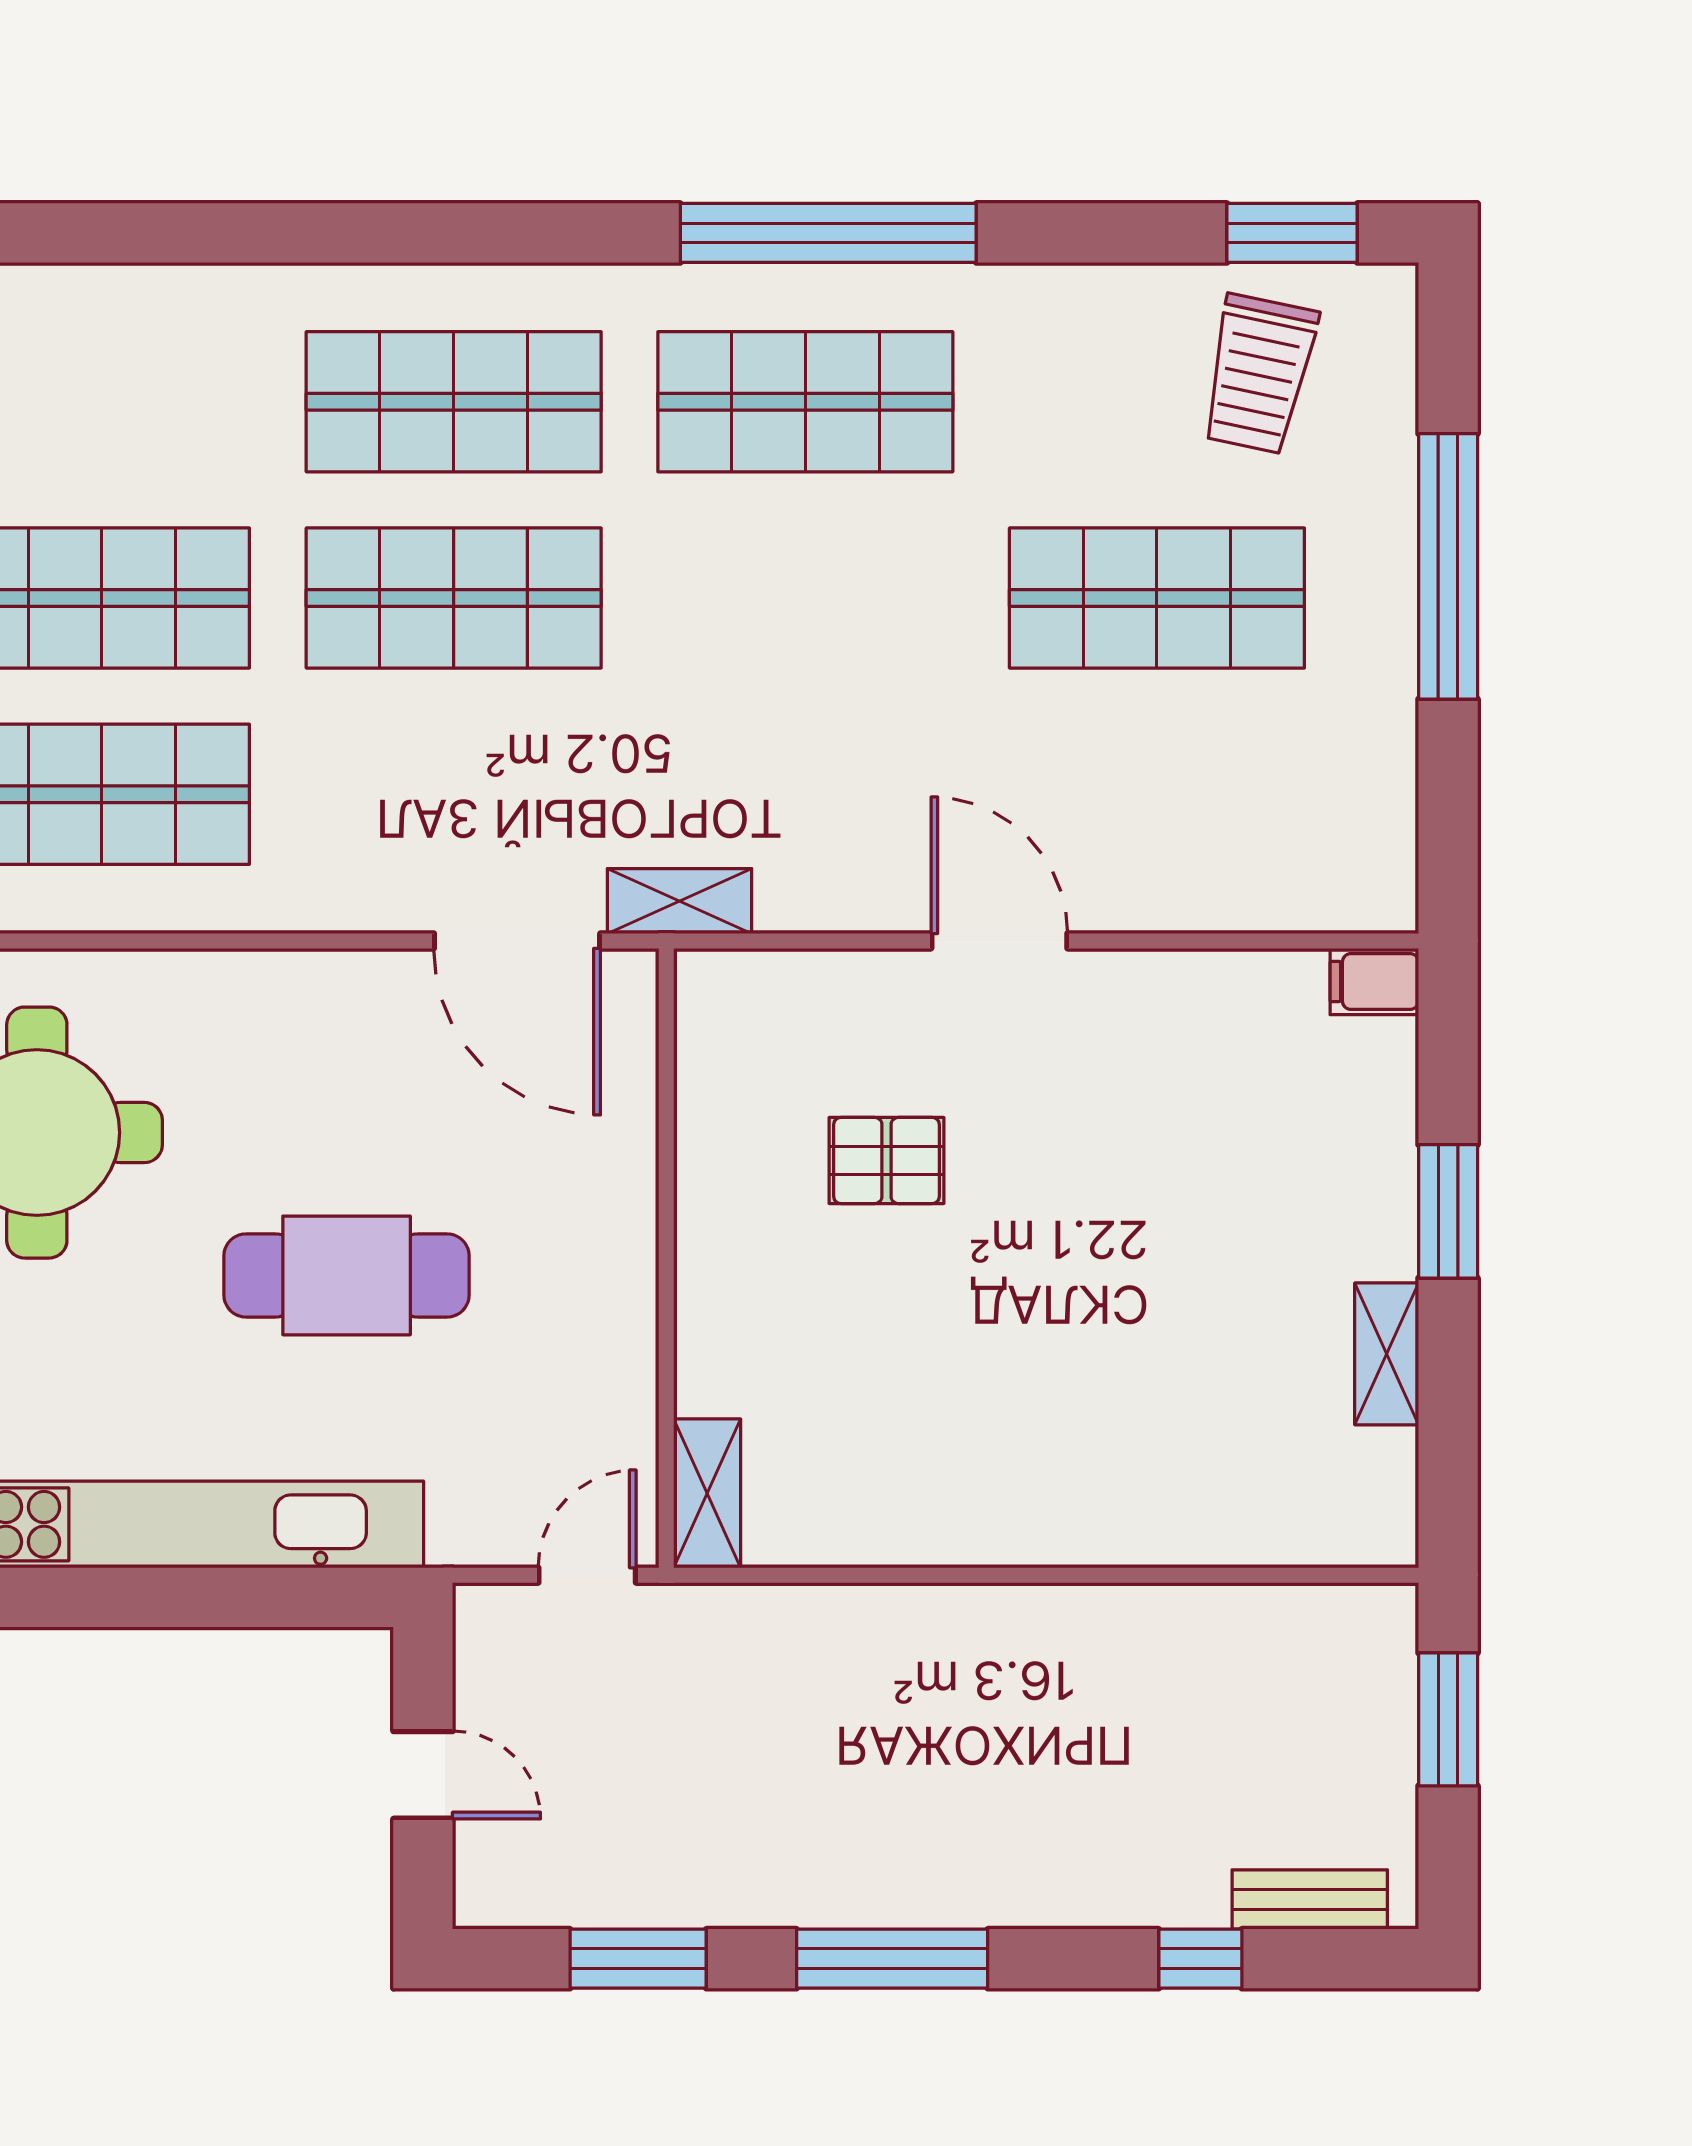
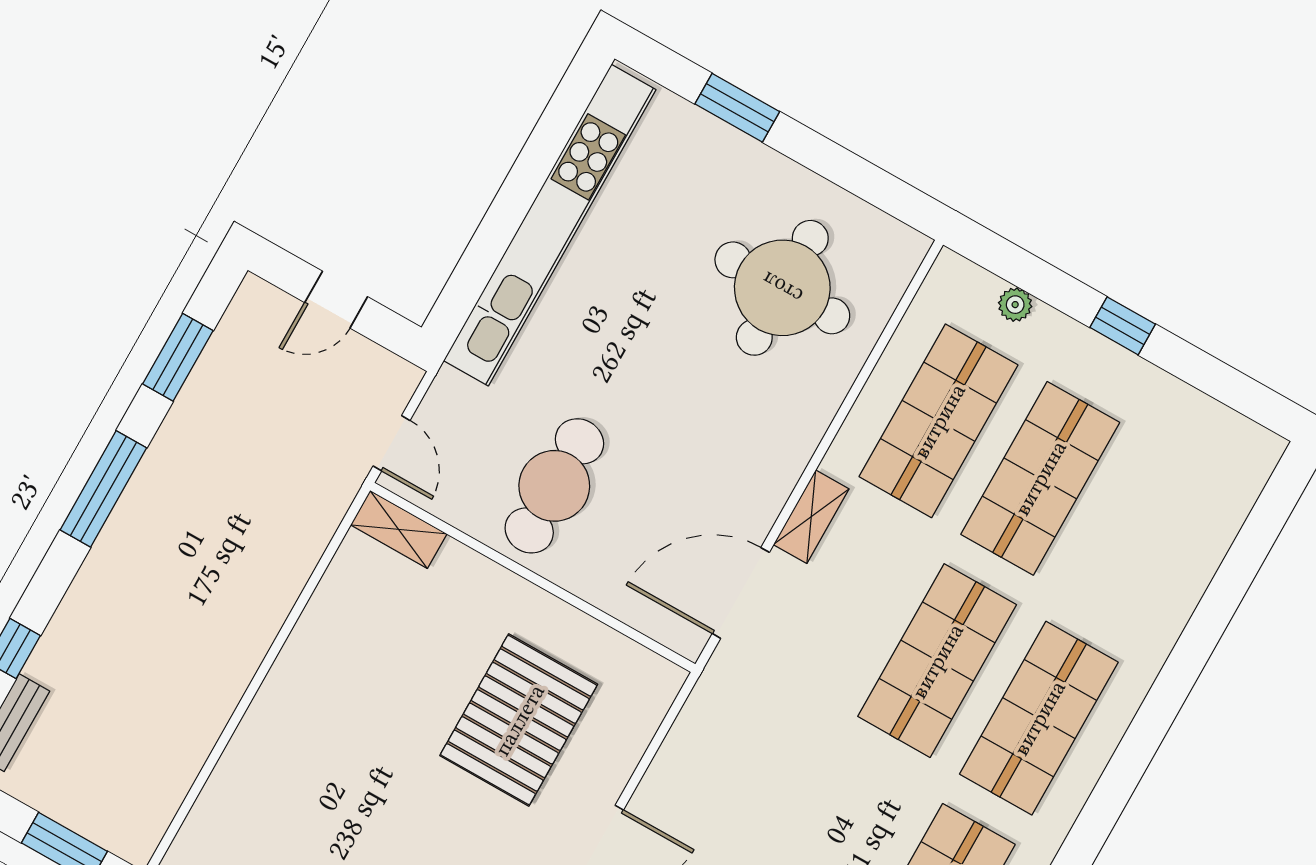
shelving: (680, 901) -> (811, 517), moved
pallet: (886, 1161) -> (519, 720), width x2.05, depth x2.00
cafe table: (347, 1275) -> (554, 486), moved

